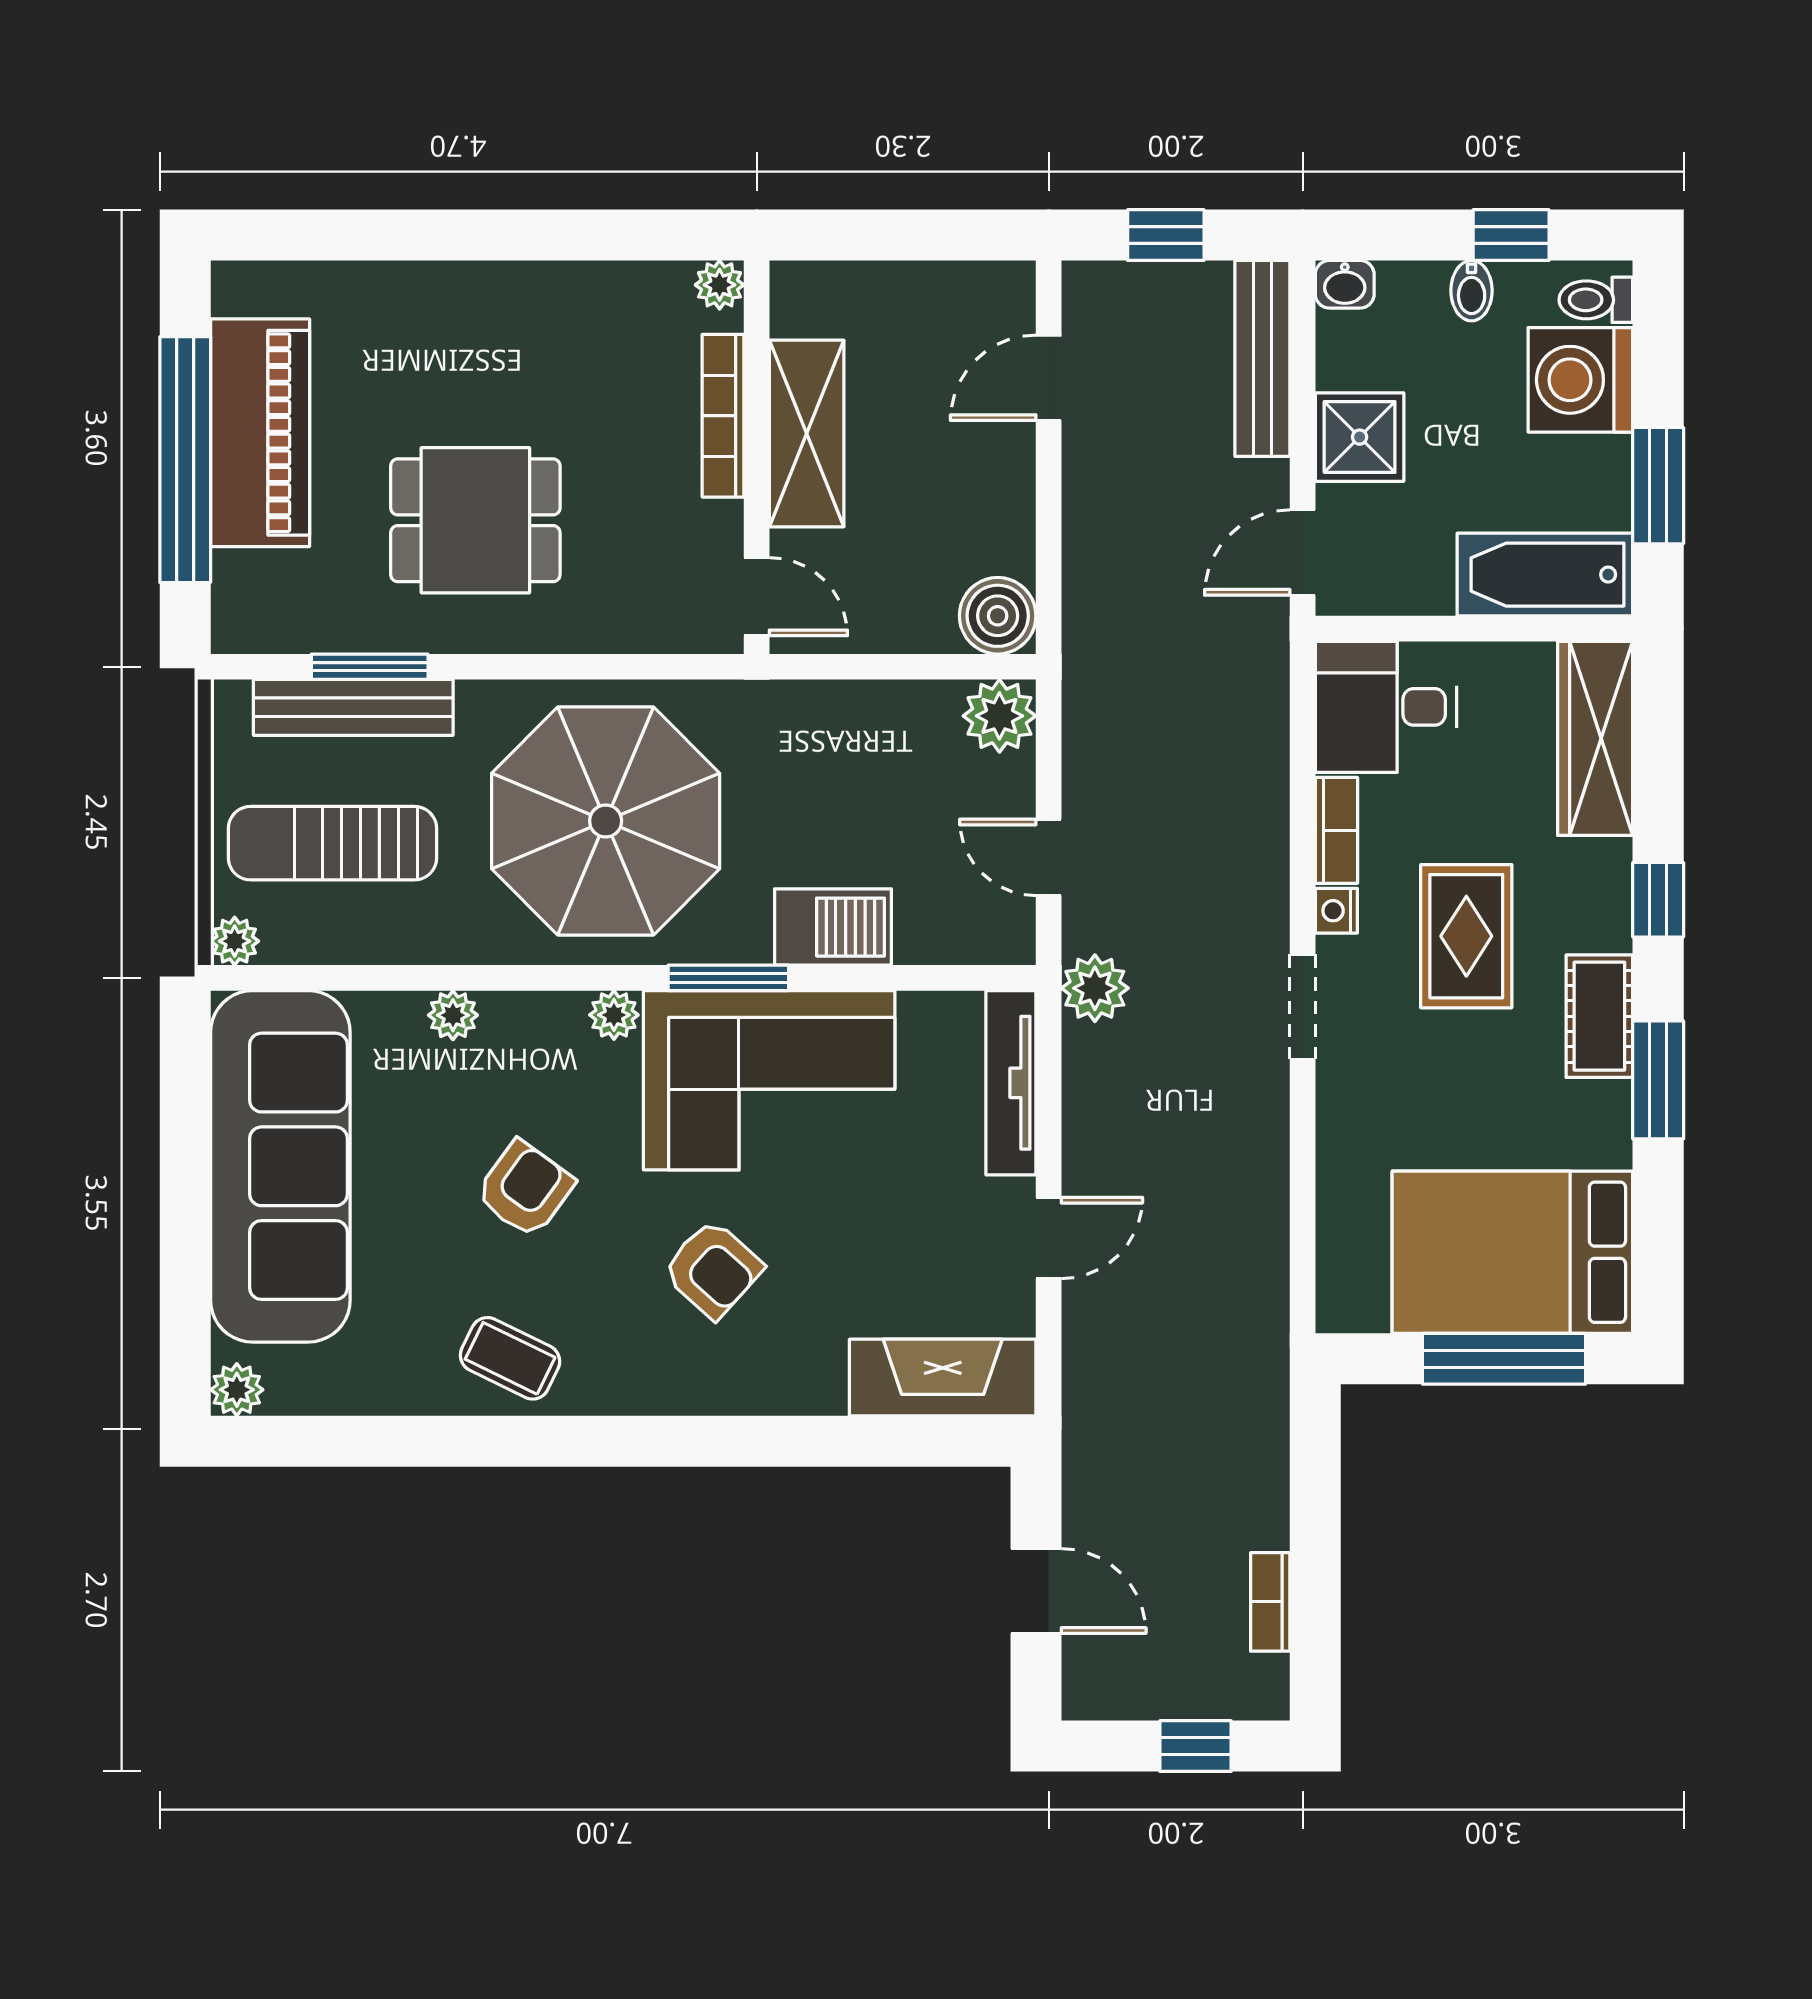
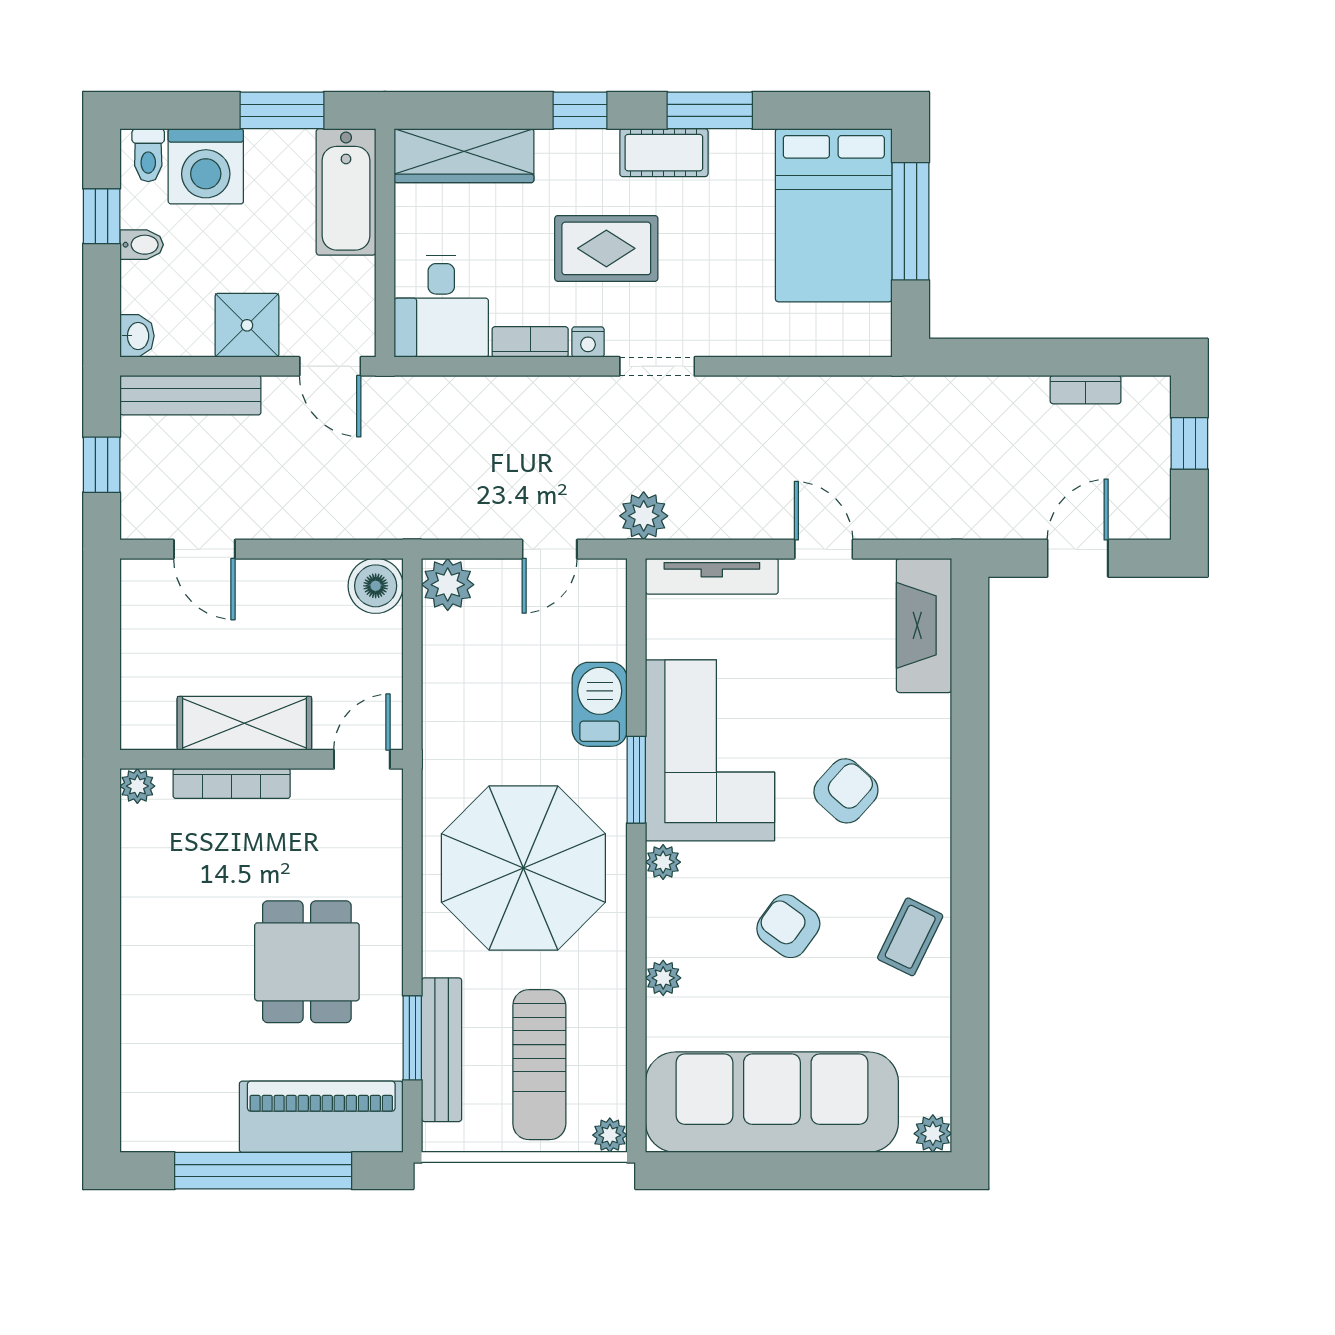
piano: (260, 433) -> (321, 1117), moved

